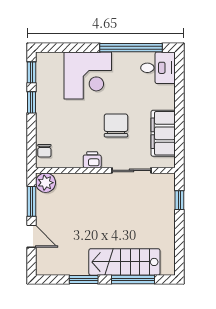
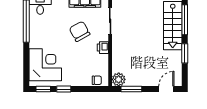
corner desk: (88, 75) -> (45, 65), moved
chair: (116, 126) -> (80, 31), turned 61
door: (32, 236) -> (166, 89), moved

